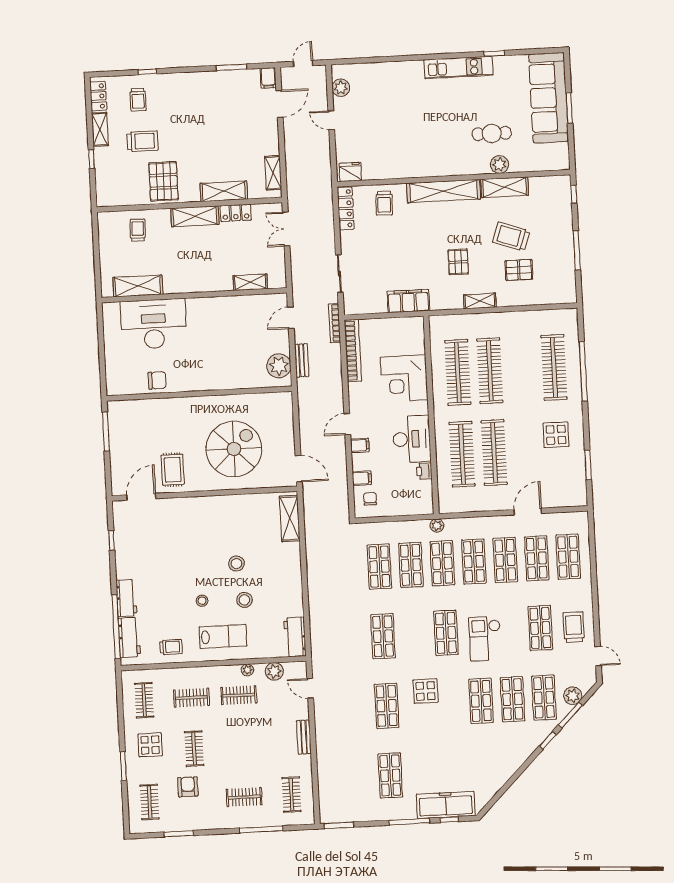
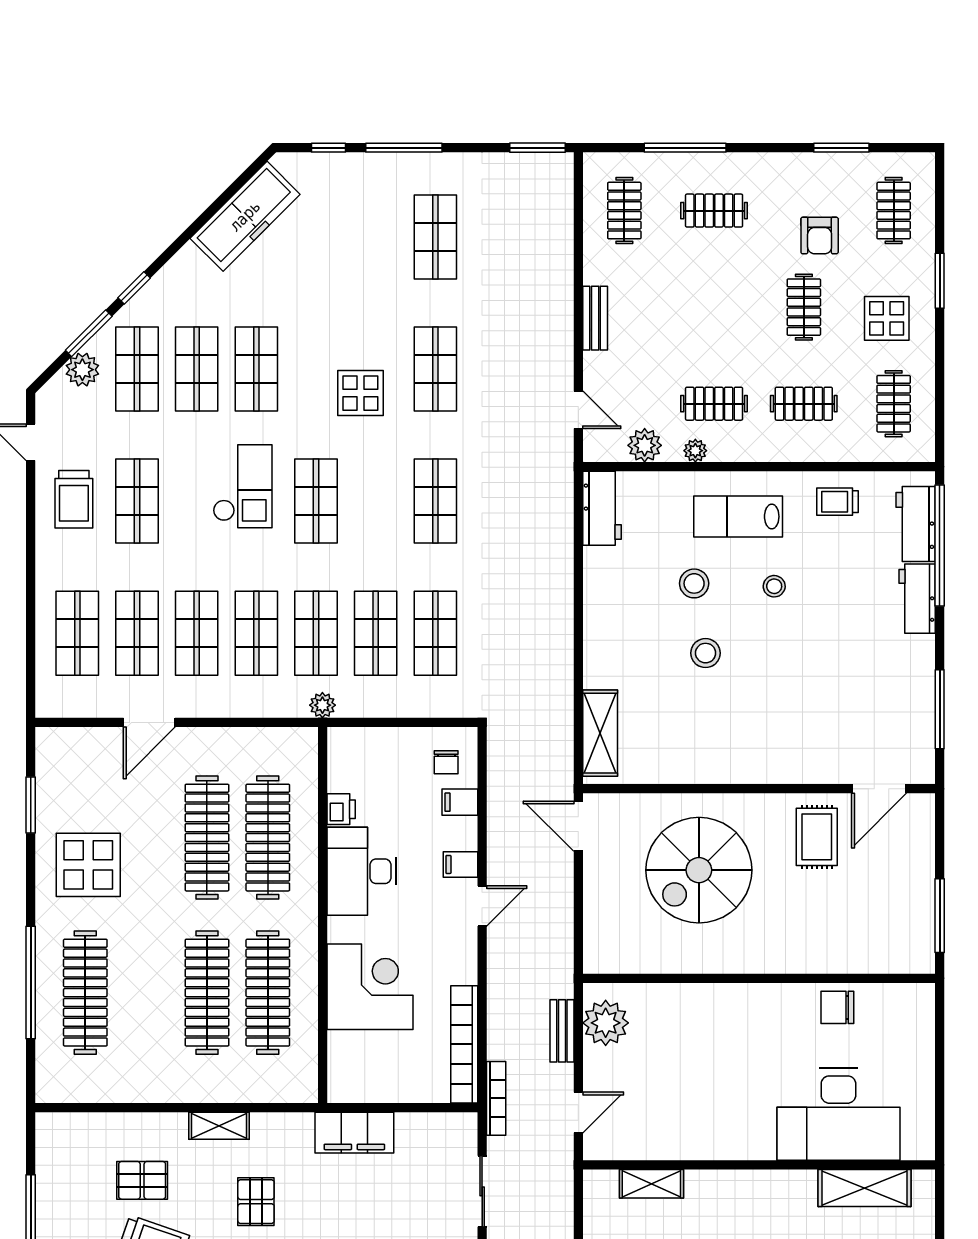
display table: (556, 435) -> (88, 865), width x1.36, depth x1.36
window: (112, 540) -> (940, 709), width x2.17
freezer: (446, 805) -> (245, 216), moved, turned -45

